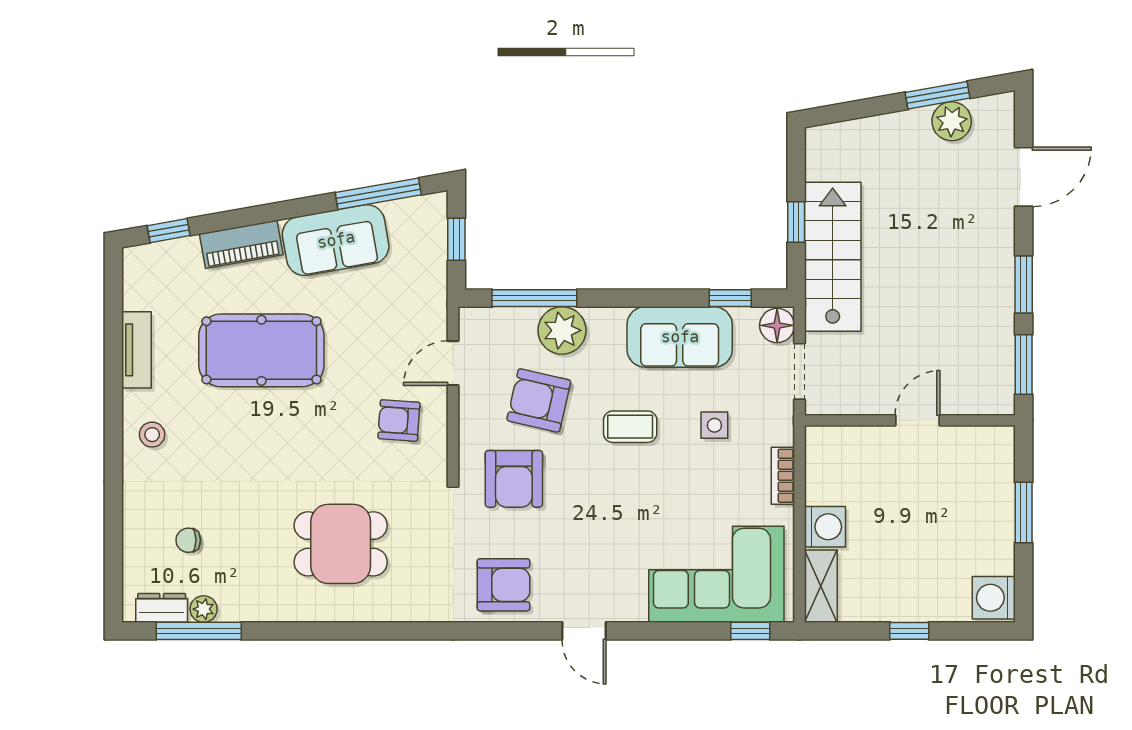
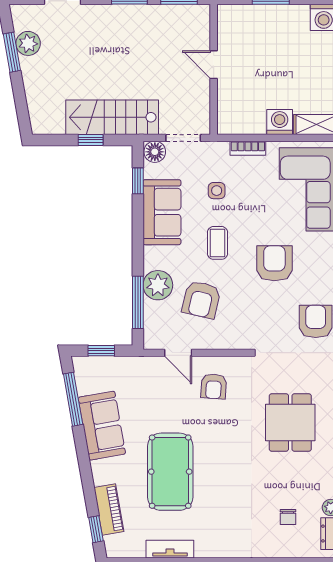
piano: (241, 244) -> (109, 510), moved
stool: (152, 435) -> (222, 539), removed
armchair: (514, 479) -> (274, 263), moved, turned -90

